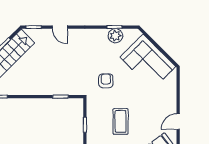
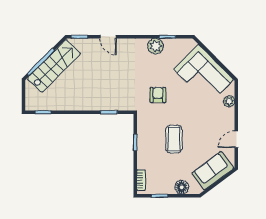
plant: (115, 36) -> (156, 46), moved
plant: (172, 87) -> (229, 101), added

